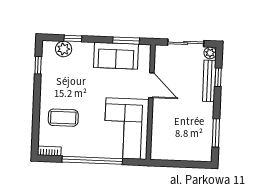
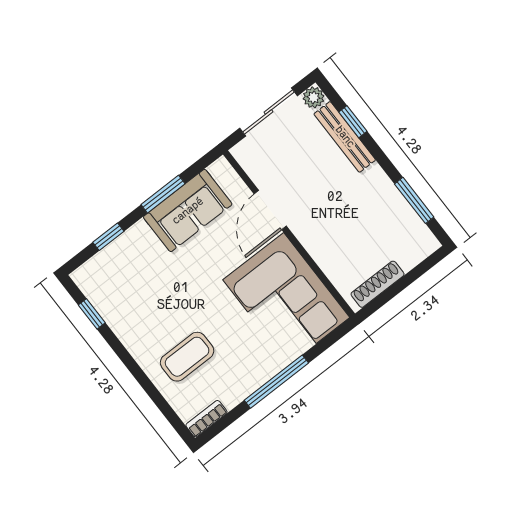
window: (126, 41) -> (163, 194), moved
plant: (64, 49) -> (108, 262), removed
door: (151, 85) -> (270, 210), swing flipped
shoe rack: (170, 155) -> (378, 284), added
window: (92, 160) -> (276, 382), width x0.68

